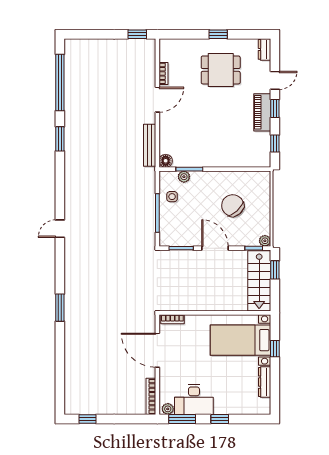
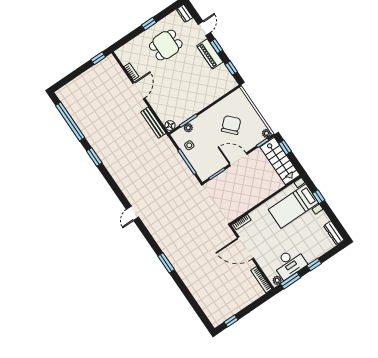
chair: (233, 206) -> (231, 125), turned 89
dresser: (265, 382) -> (334, 233), moved

